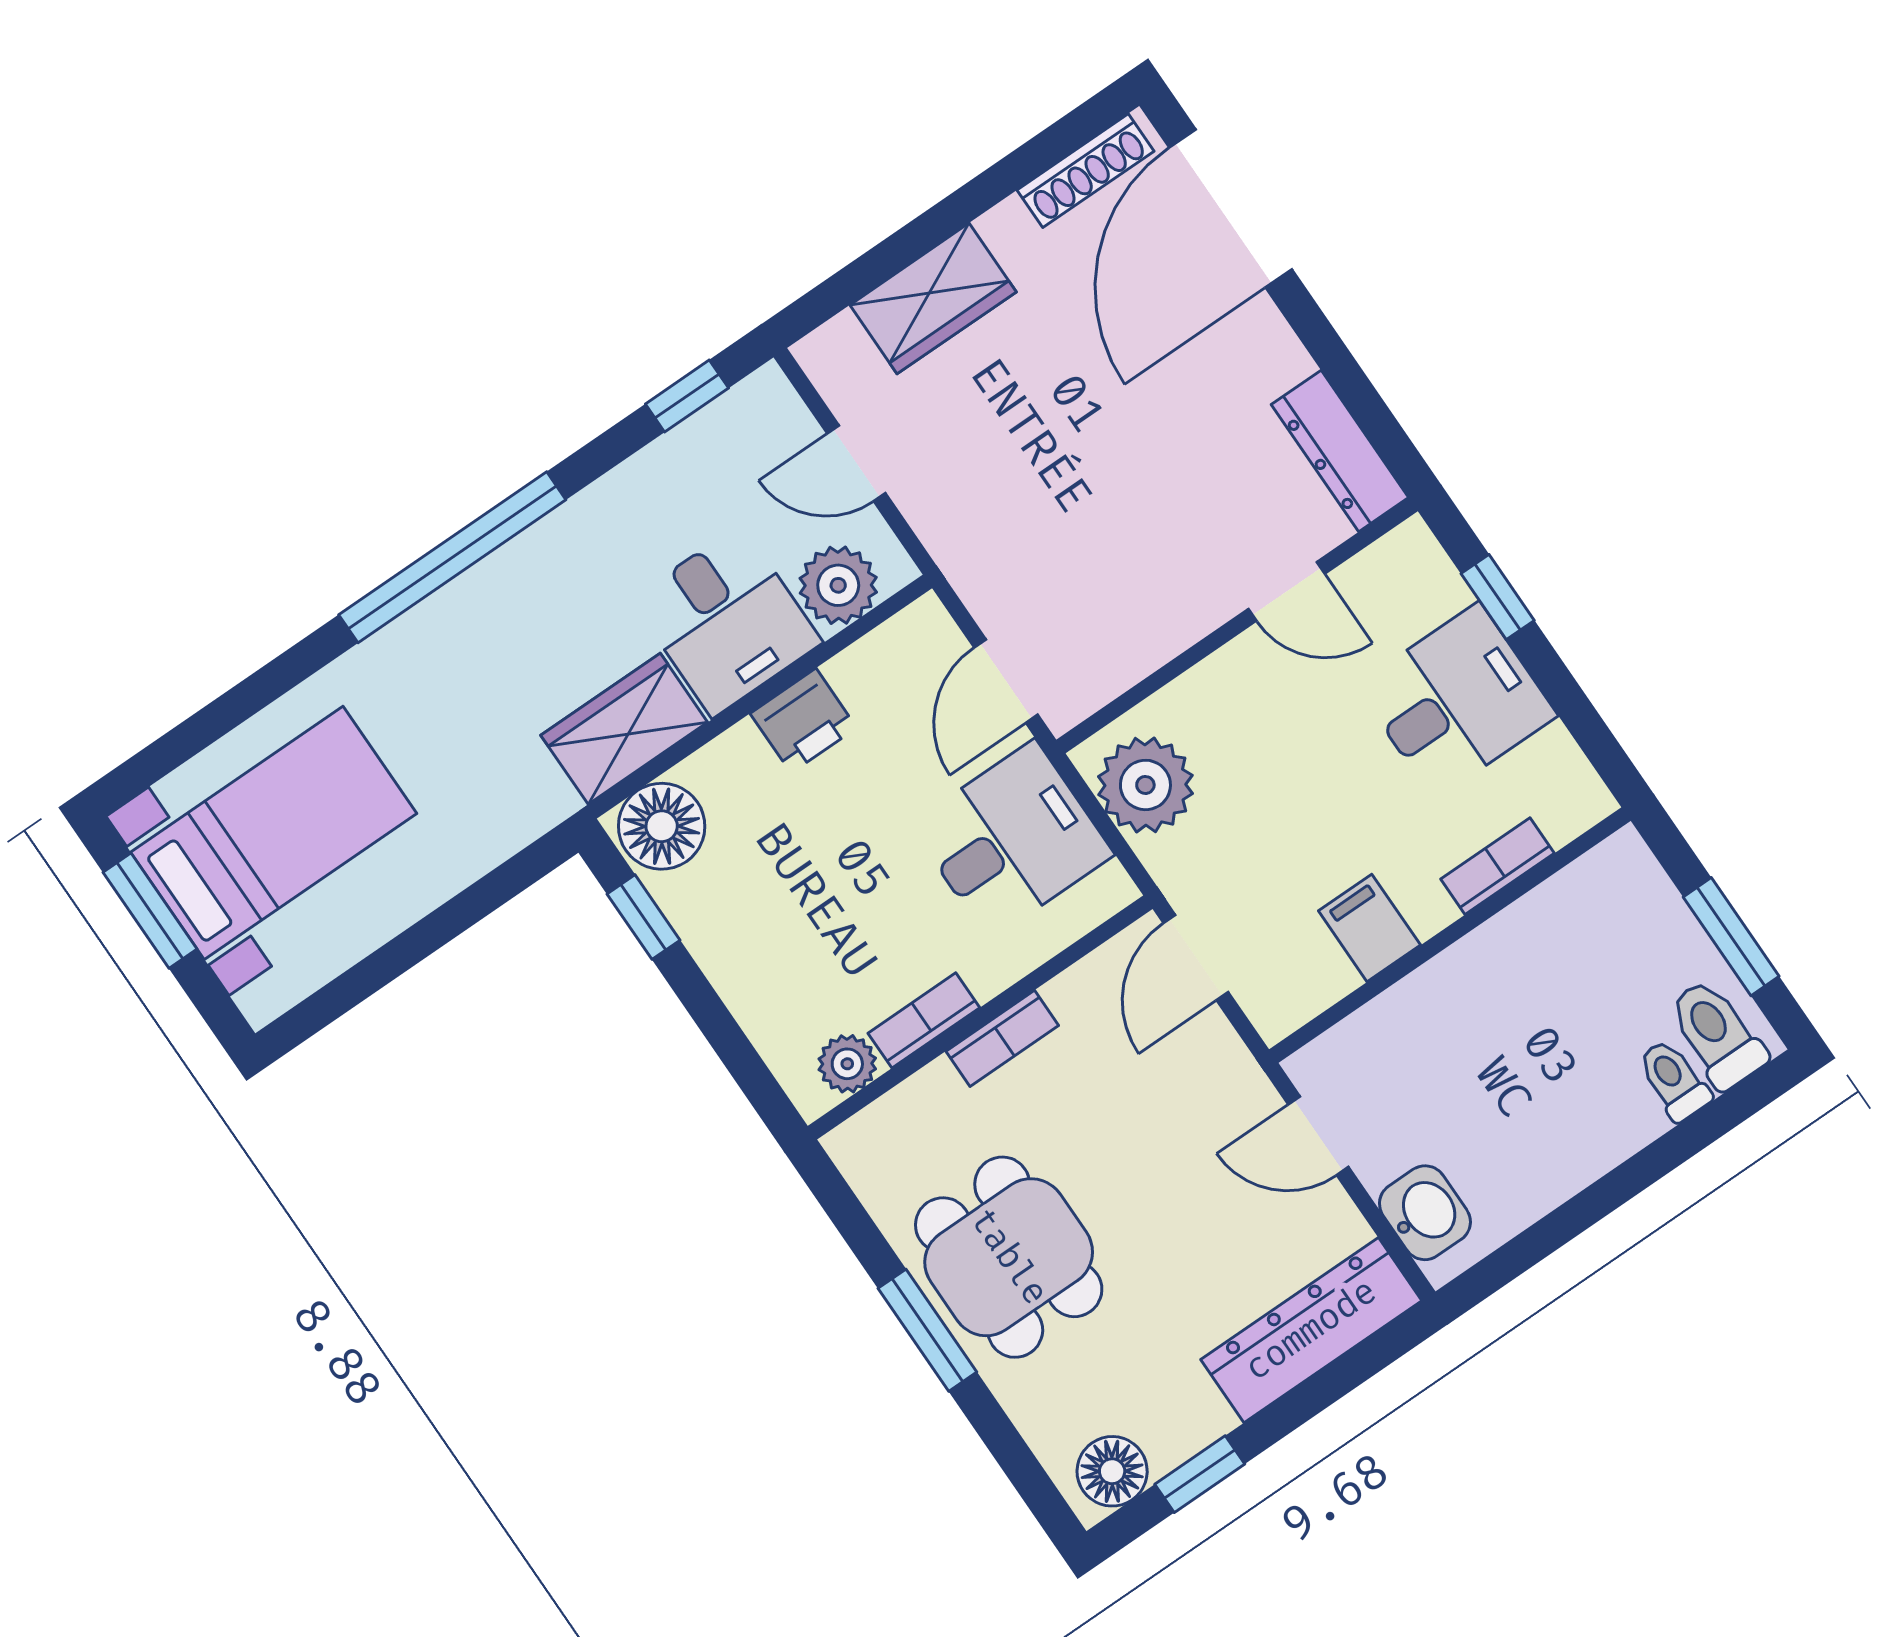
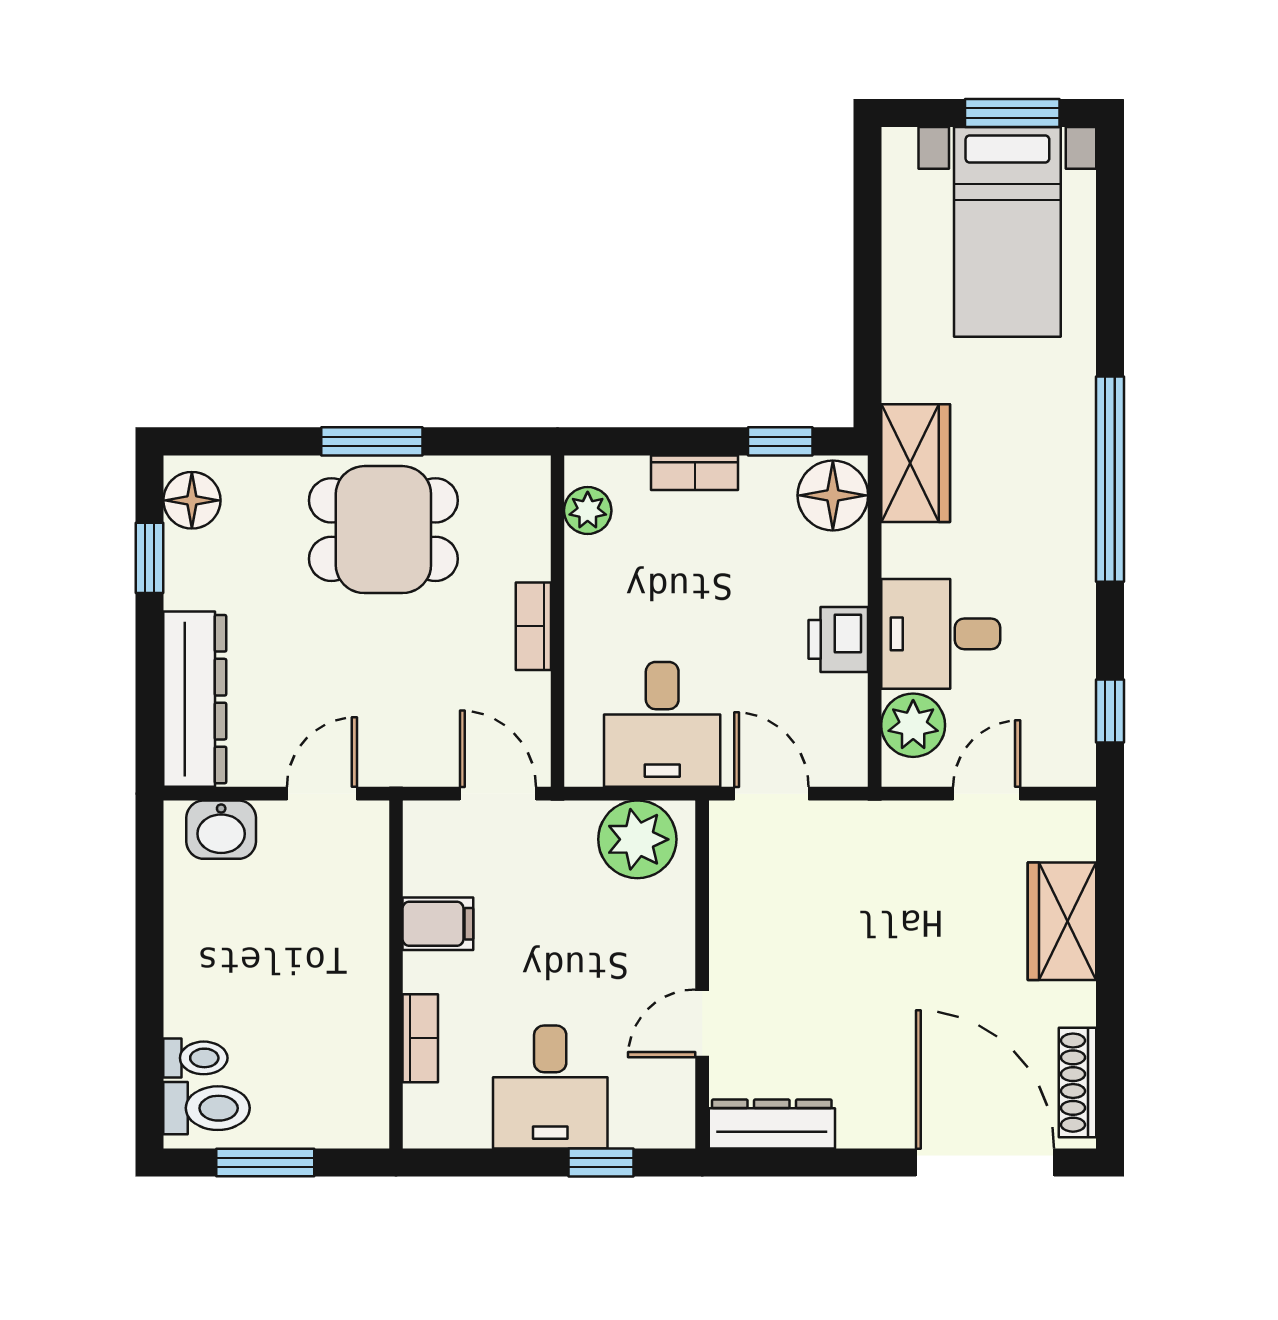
wardrobe: (624, 729) -> (916, 463), moved
bookcase: (924, 1020) -> (695, 473), moved, turned 90

